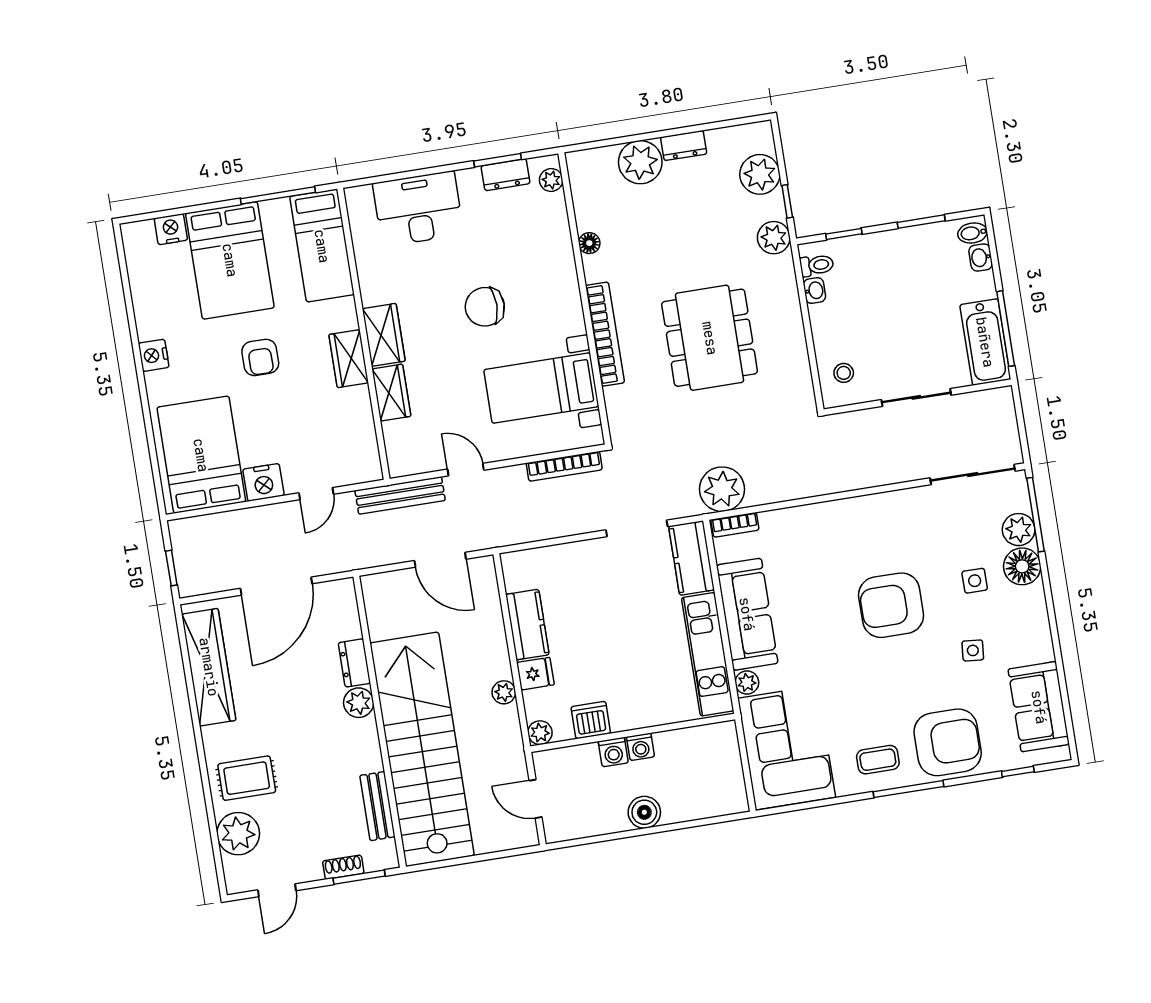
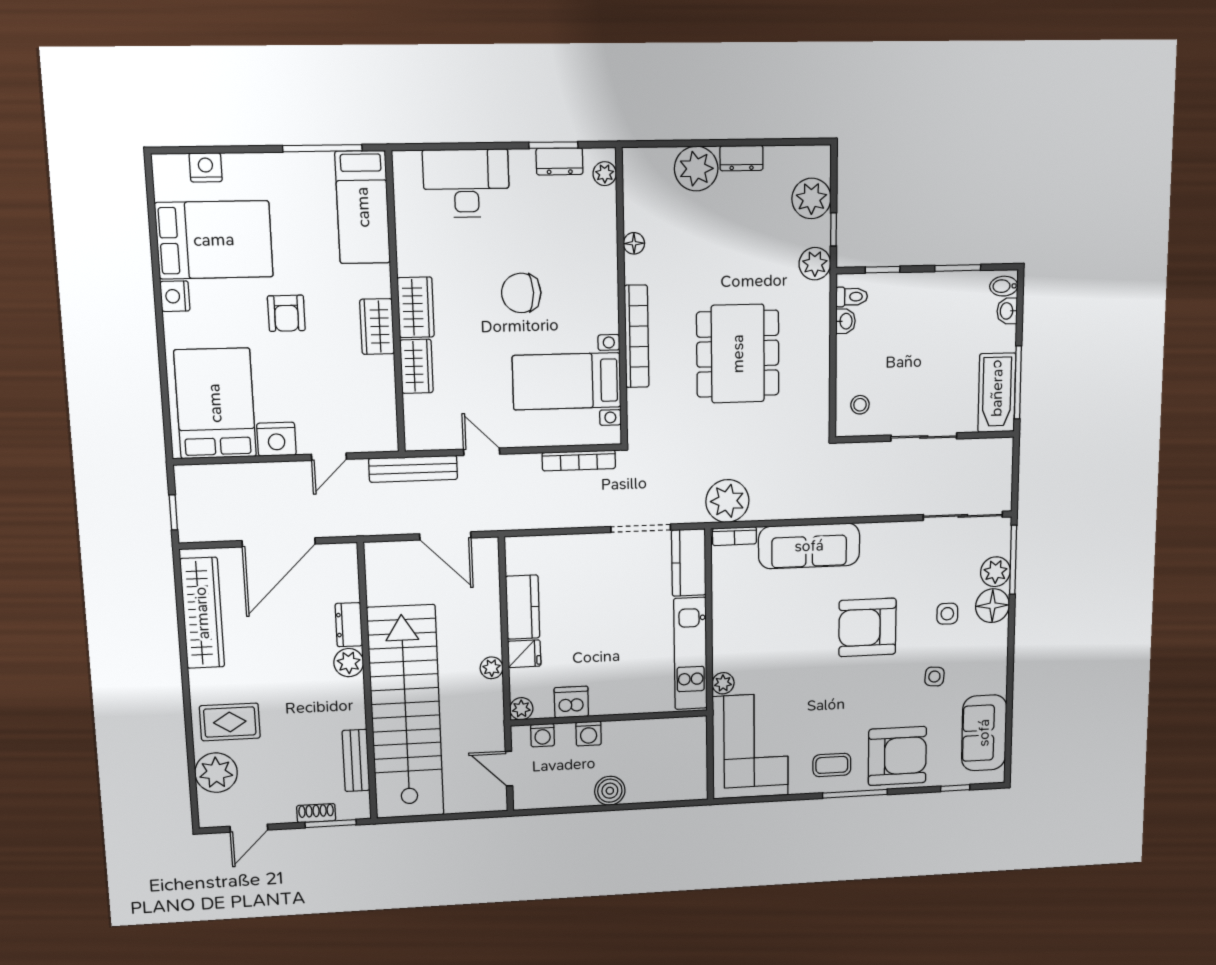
bed: (230, 260) -> (214, 240), moved, turned -90
sofa: (747, 614) -> (809, 546), moved, turned 90
washing machine: (640, 747) -> (543, 735), moved

